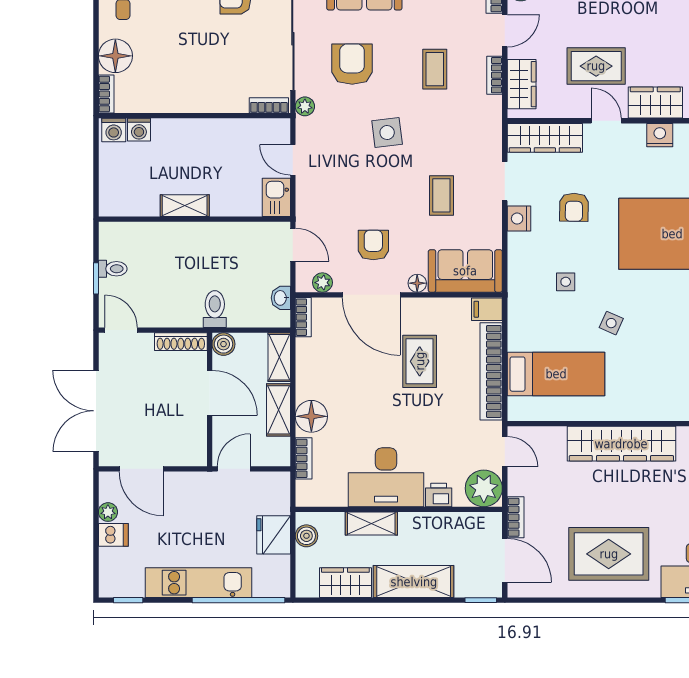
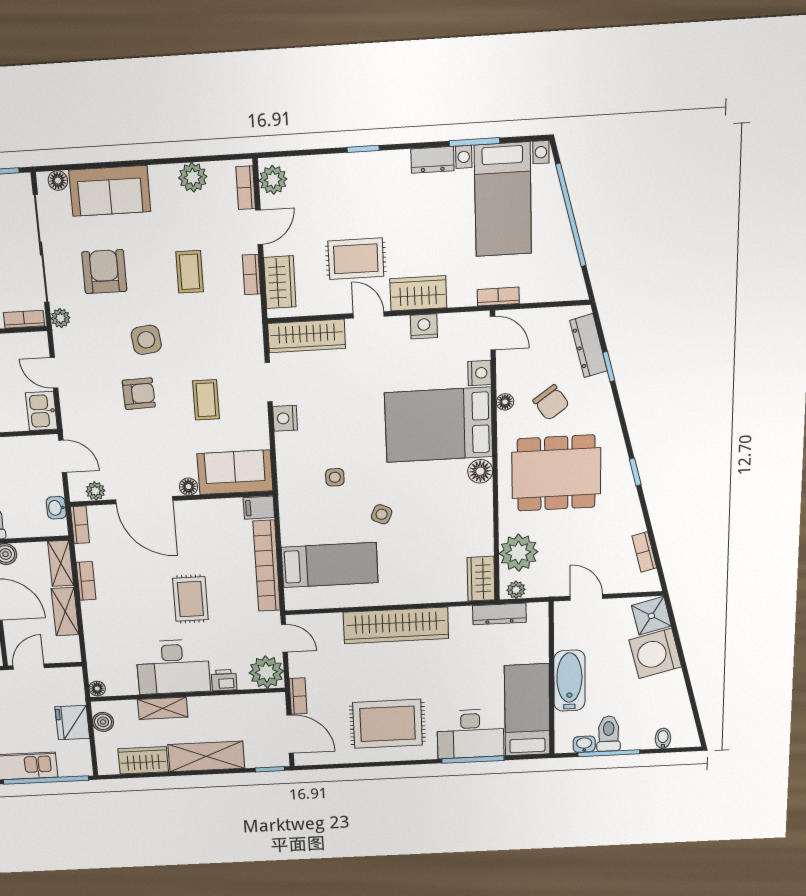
armchair: (574, 207) -> (340, 404), removed
armchair: (373, 245) -> (139, 394), moved, turned 88
rug: (420, 361) -> (190, 599), moved
floor lamp: (311, 416) -> (97, 689), moved, width x0.53, depth x0.53
bookcase: (304, 458) -> (86, 581), moved

